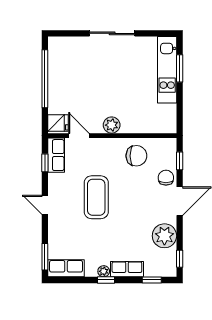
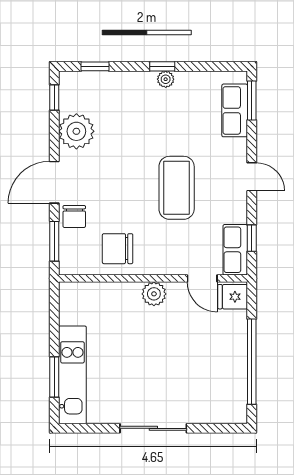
window: (180, 161) -> (54, 241), width x1.50
row of seats: (66, 268) -> (235, 110), moved, turned 90
row of seats: (127, 269) -> (131, 82), removed

